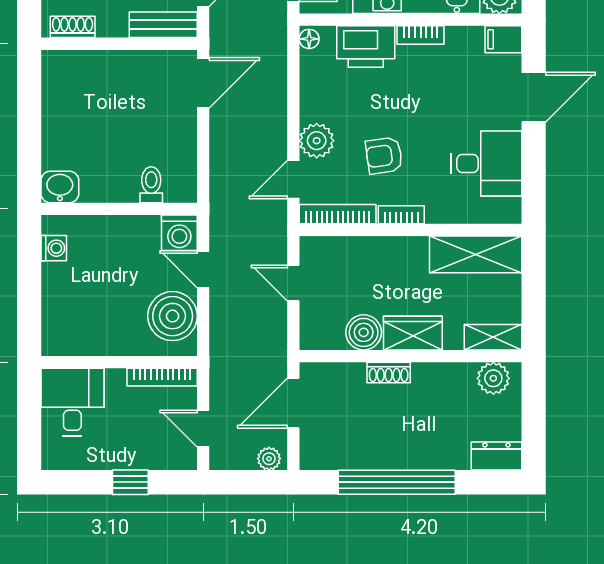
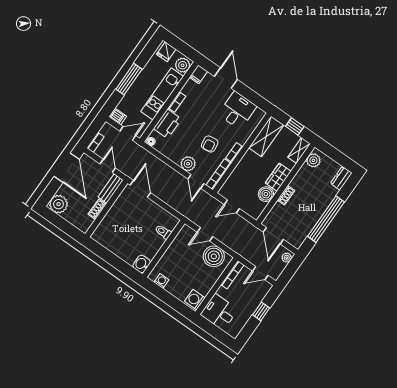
shoe rack: (73, 27) -> (97, 209), moved
washing machine: (179, 233) -> (195, 300), moved, turned 180
window: (534, 296) -> (295, 126), added

